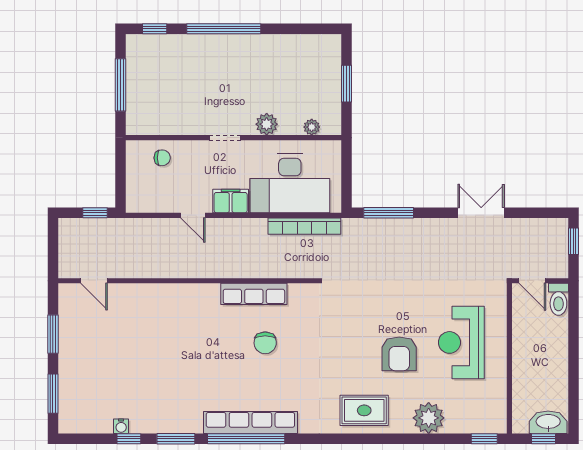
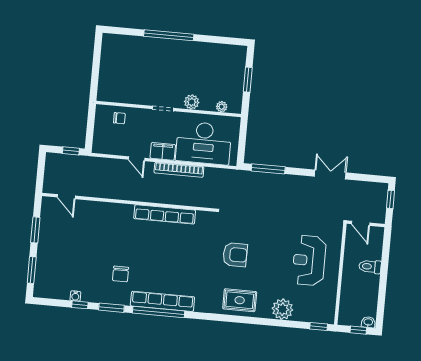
window: (155, 29) -> (122, 31), removed
window: (120, 85) -> (96, 67), removed
bookcase: (304, 226) -> (179, 170), moved
row of seats: (254, 294) -> (165, 214), width x1.36
toilet: (558, 299) -> (370, 267), moved, turned 90
chair: (265, 343) -> (121, 274), moved
armchair: (399, 354) -> (235, 255), moved, turned -90
washbasin: (548, 422) -> (368, 322), width x0.52, depth x0.69

